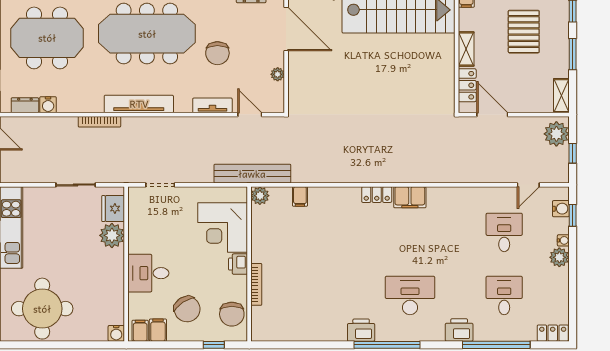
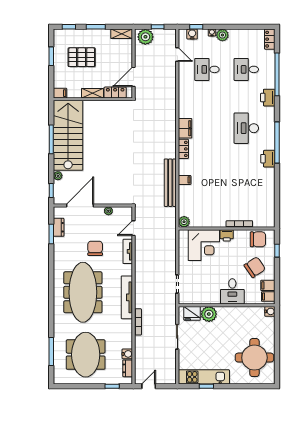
chair: (217, 53) -> (95, 248), turned -90
bench: (252, 174) -> (170, 183), moved
filing cabinet: (300, 197) -> (185, 180), moved

